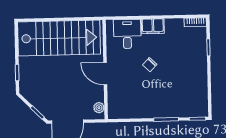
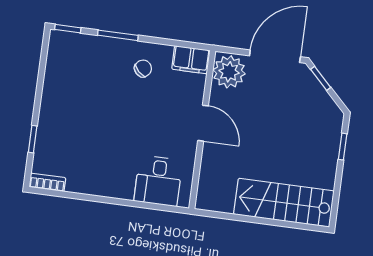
filing cabinet: (153, 26) -> (191, 60), moved, turned 180
stairs: (59, 38) -> (284, 203), width x0.73, depth x0.66
chair: (150, 65) -> (143, 68), moved
plant: (99, 108) -> (229, 72), width x1.87, depth x1.87

